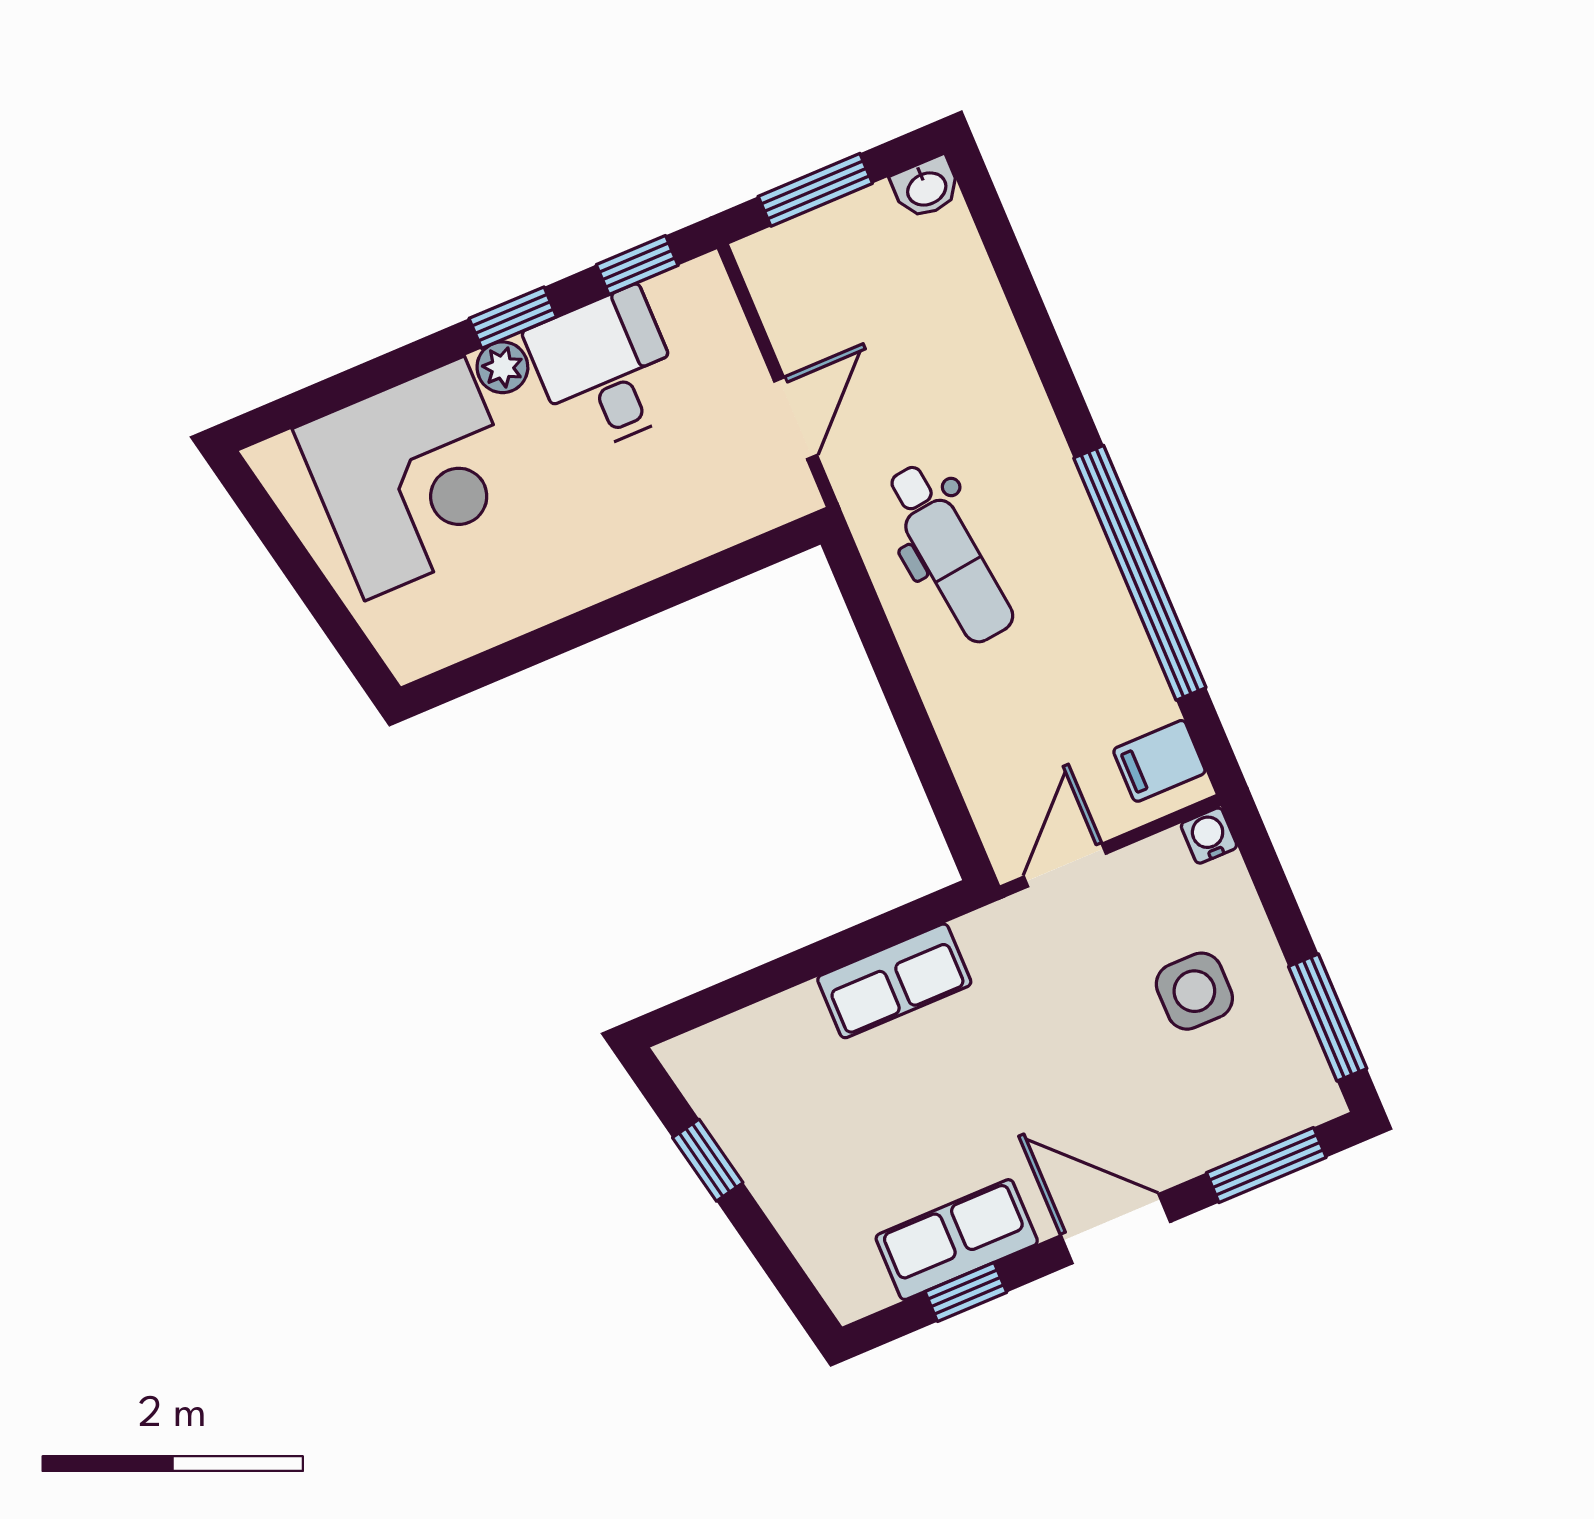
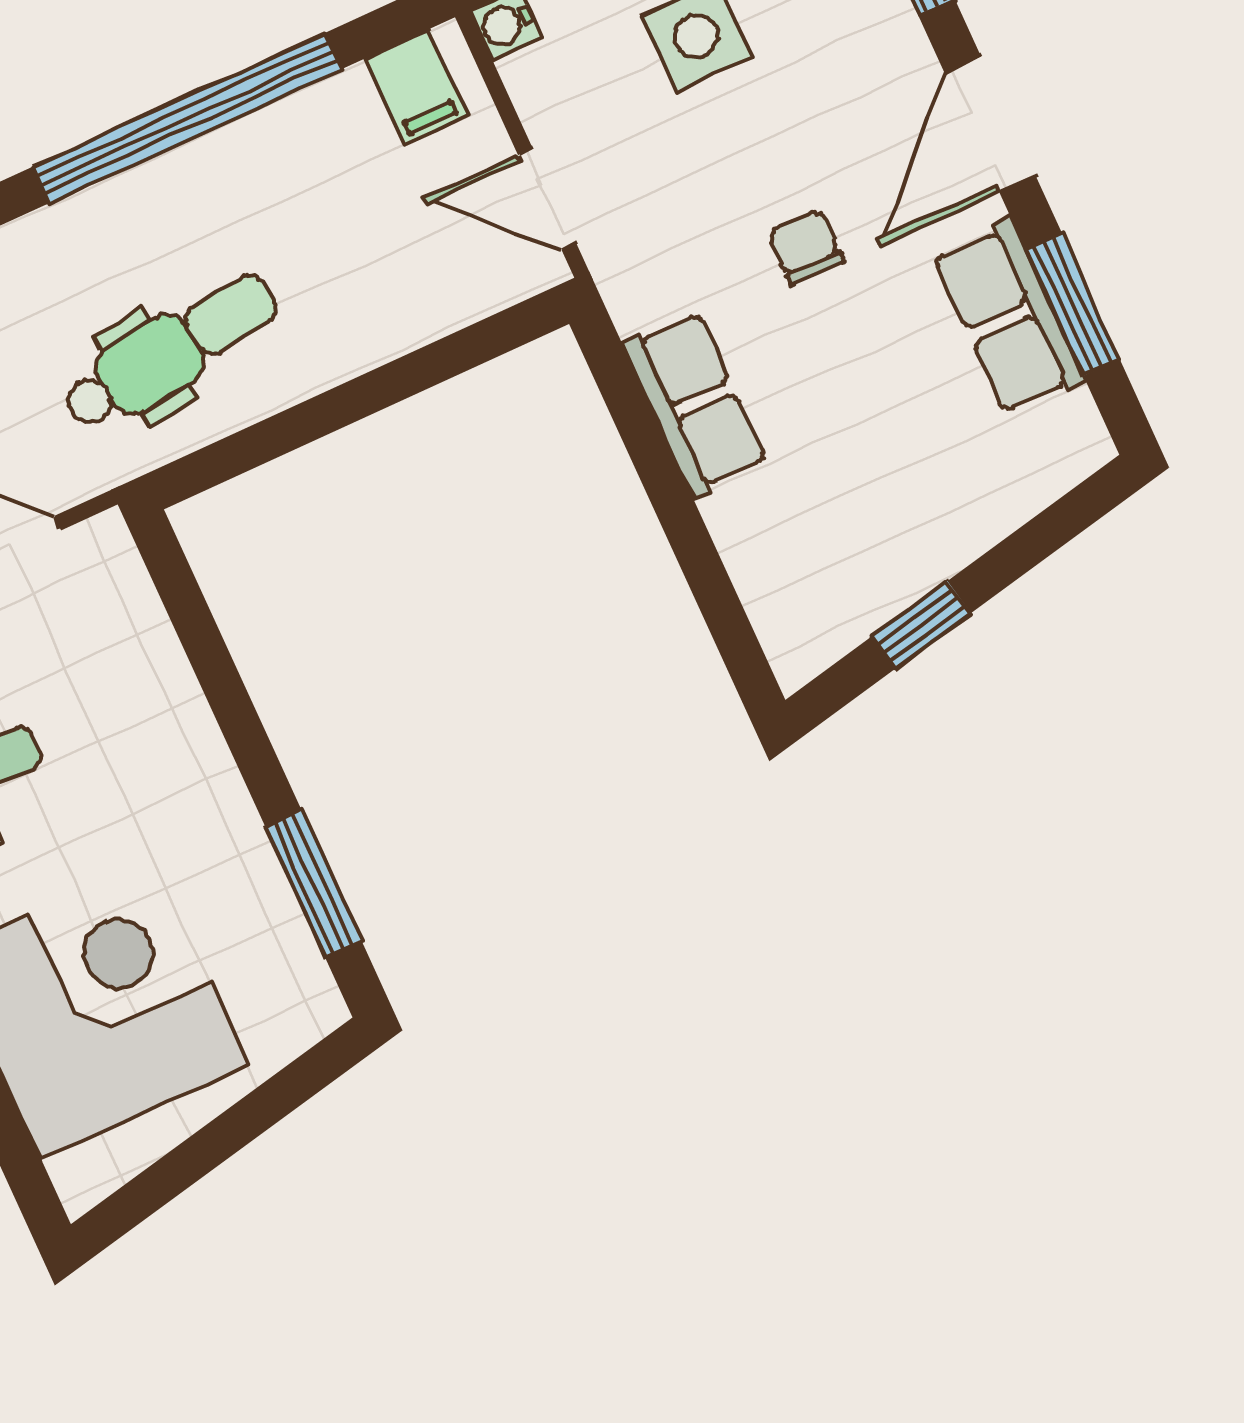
window: (511, 657) -> (313, 884), added
chair: (1019, 1075) -> (805, 247), added
window: (966, 1292) -> (1073, 305), width x1.50

